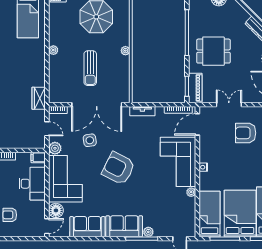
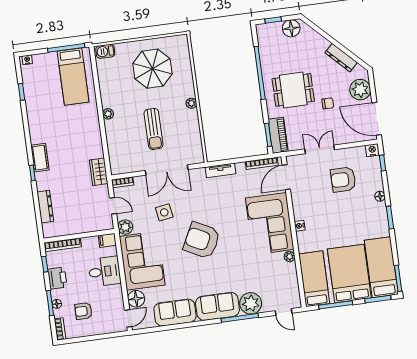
chair: (241, 66) -> (328, 103), added
double door: (97, 105) -> (167, 170), width x0.73
desk: (32, 184) -> (105, 271), width x0.73
plant: (148, 232) -> (251, 303), width x1.87, depth x1.87

